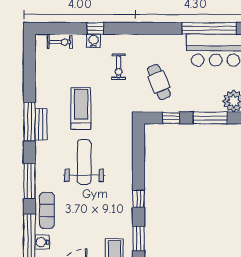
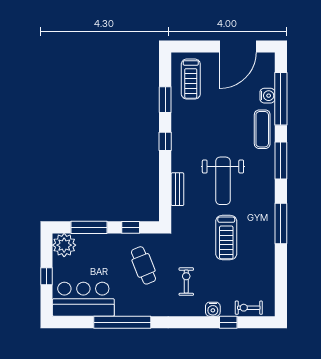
window: (95, 28) -> (228, 322), moved
window: (209, 28) -> (122, 322), moved
bench: (41, 124) -> (177, 189), moved

